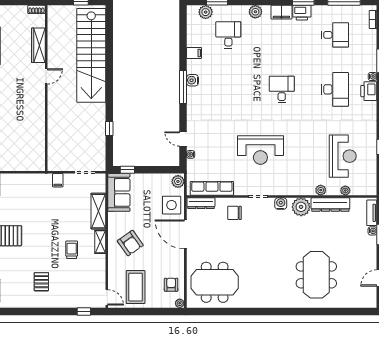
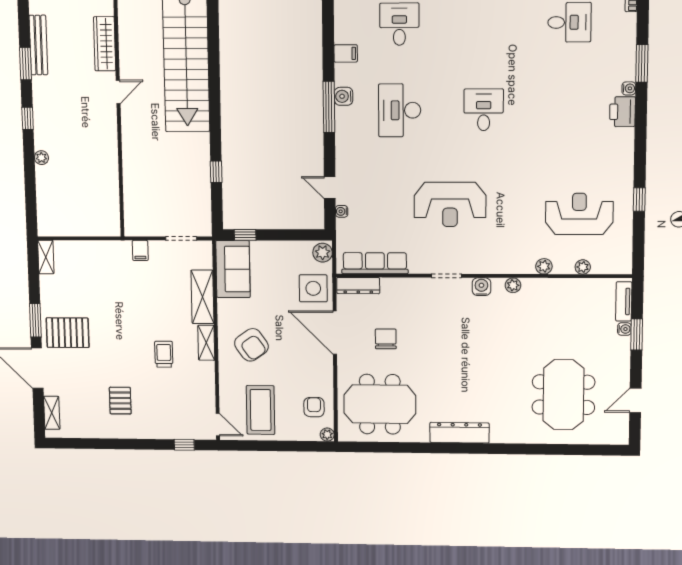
desk: (335, 89) -> (400, 110), moved, turned 180
reception desk: (343, 156) -> (579, 214), turned -90
dresser: (330, 205) -> (459, 433), moved, turned 180
plant: (301, 207) -> (513, 285), width x0.53, depth x0.53
chair: (235, 213) -> (386, 339), moved, turned 90
meeting table: (316, 275) -> (563, 395), moved

